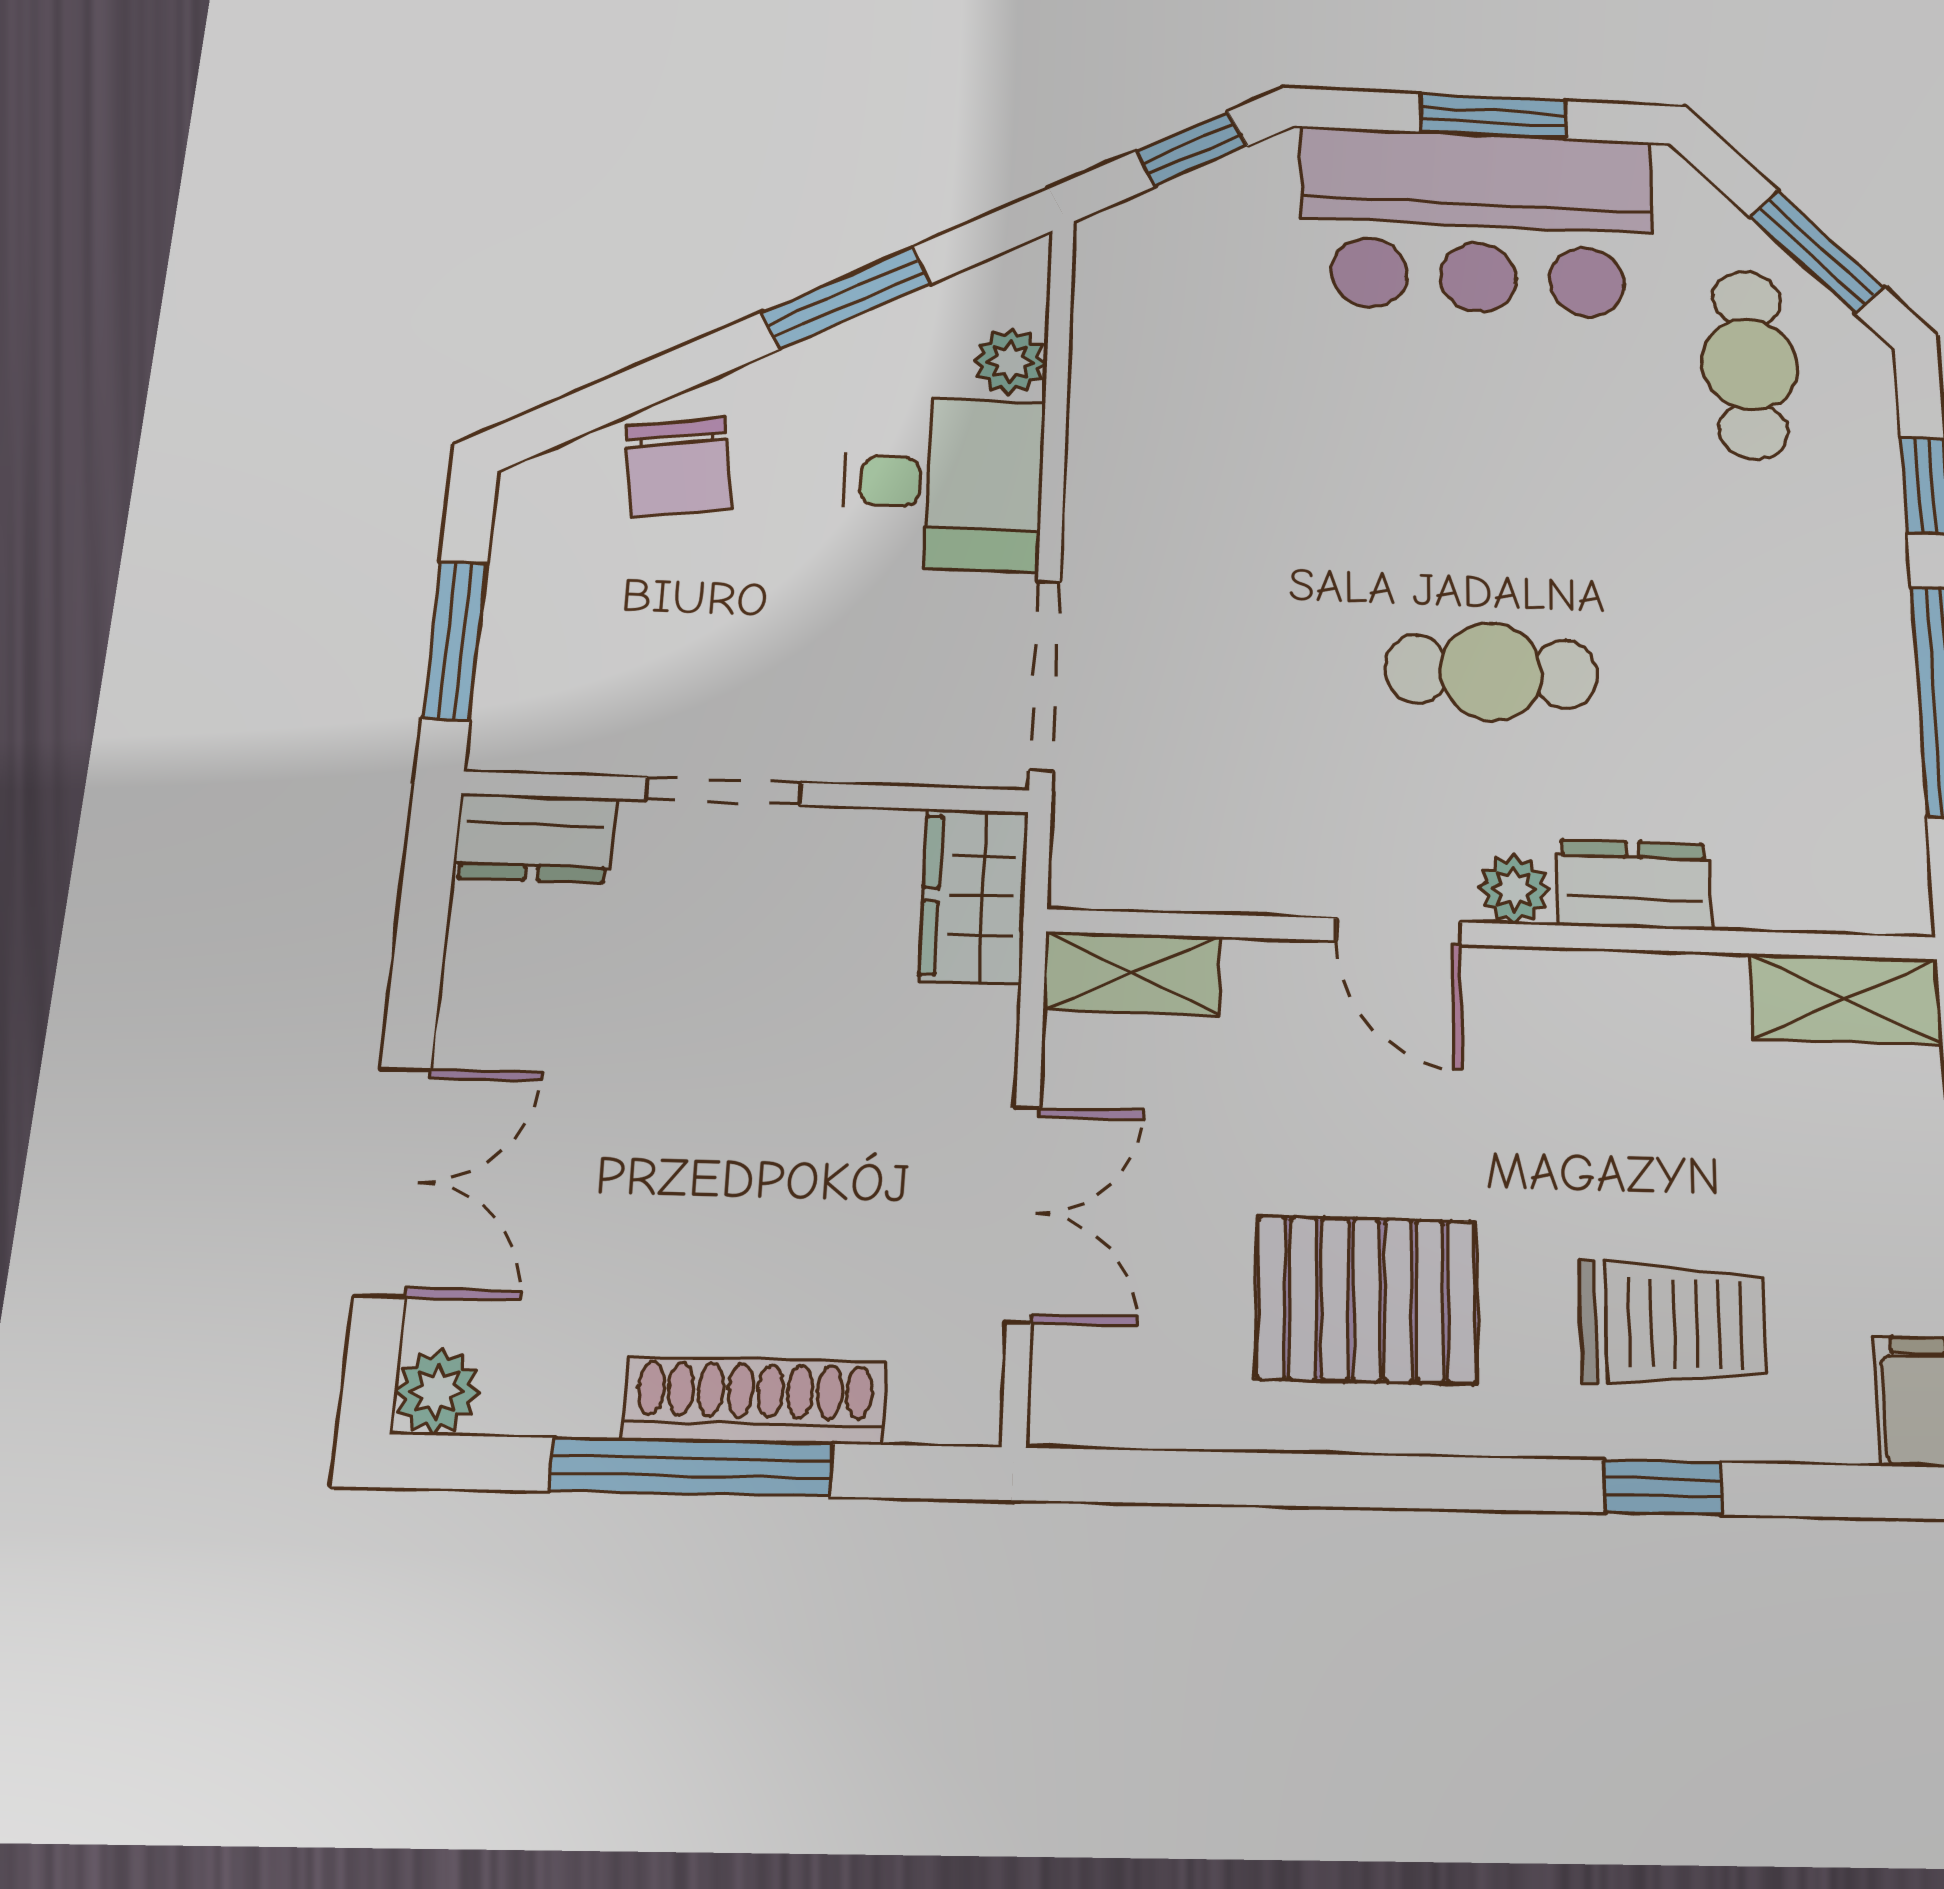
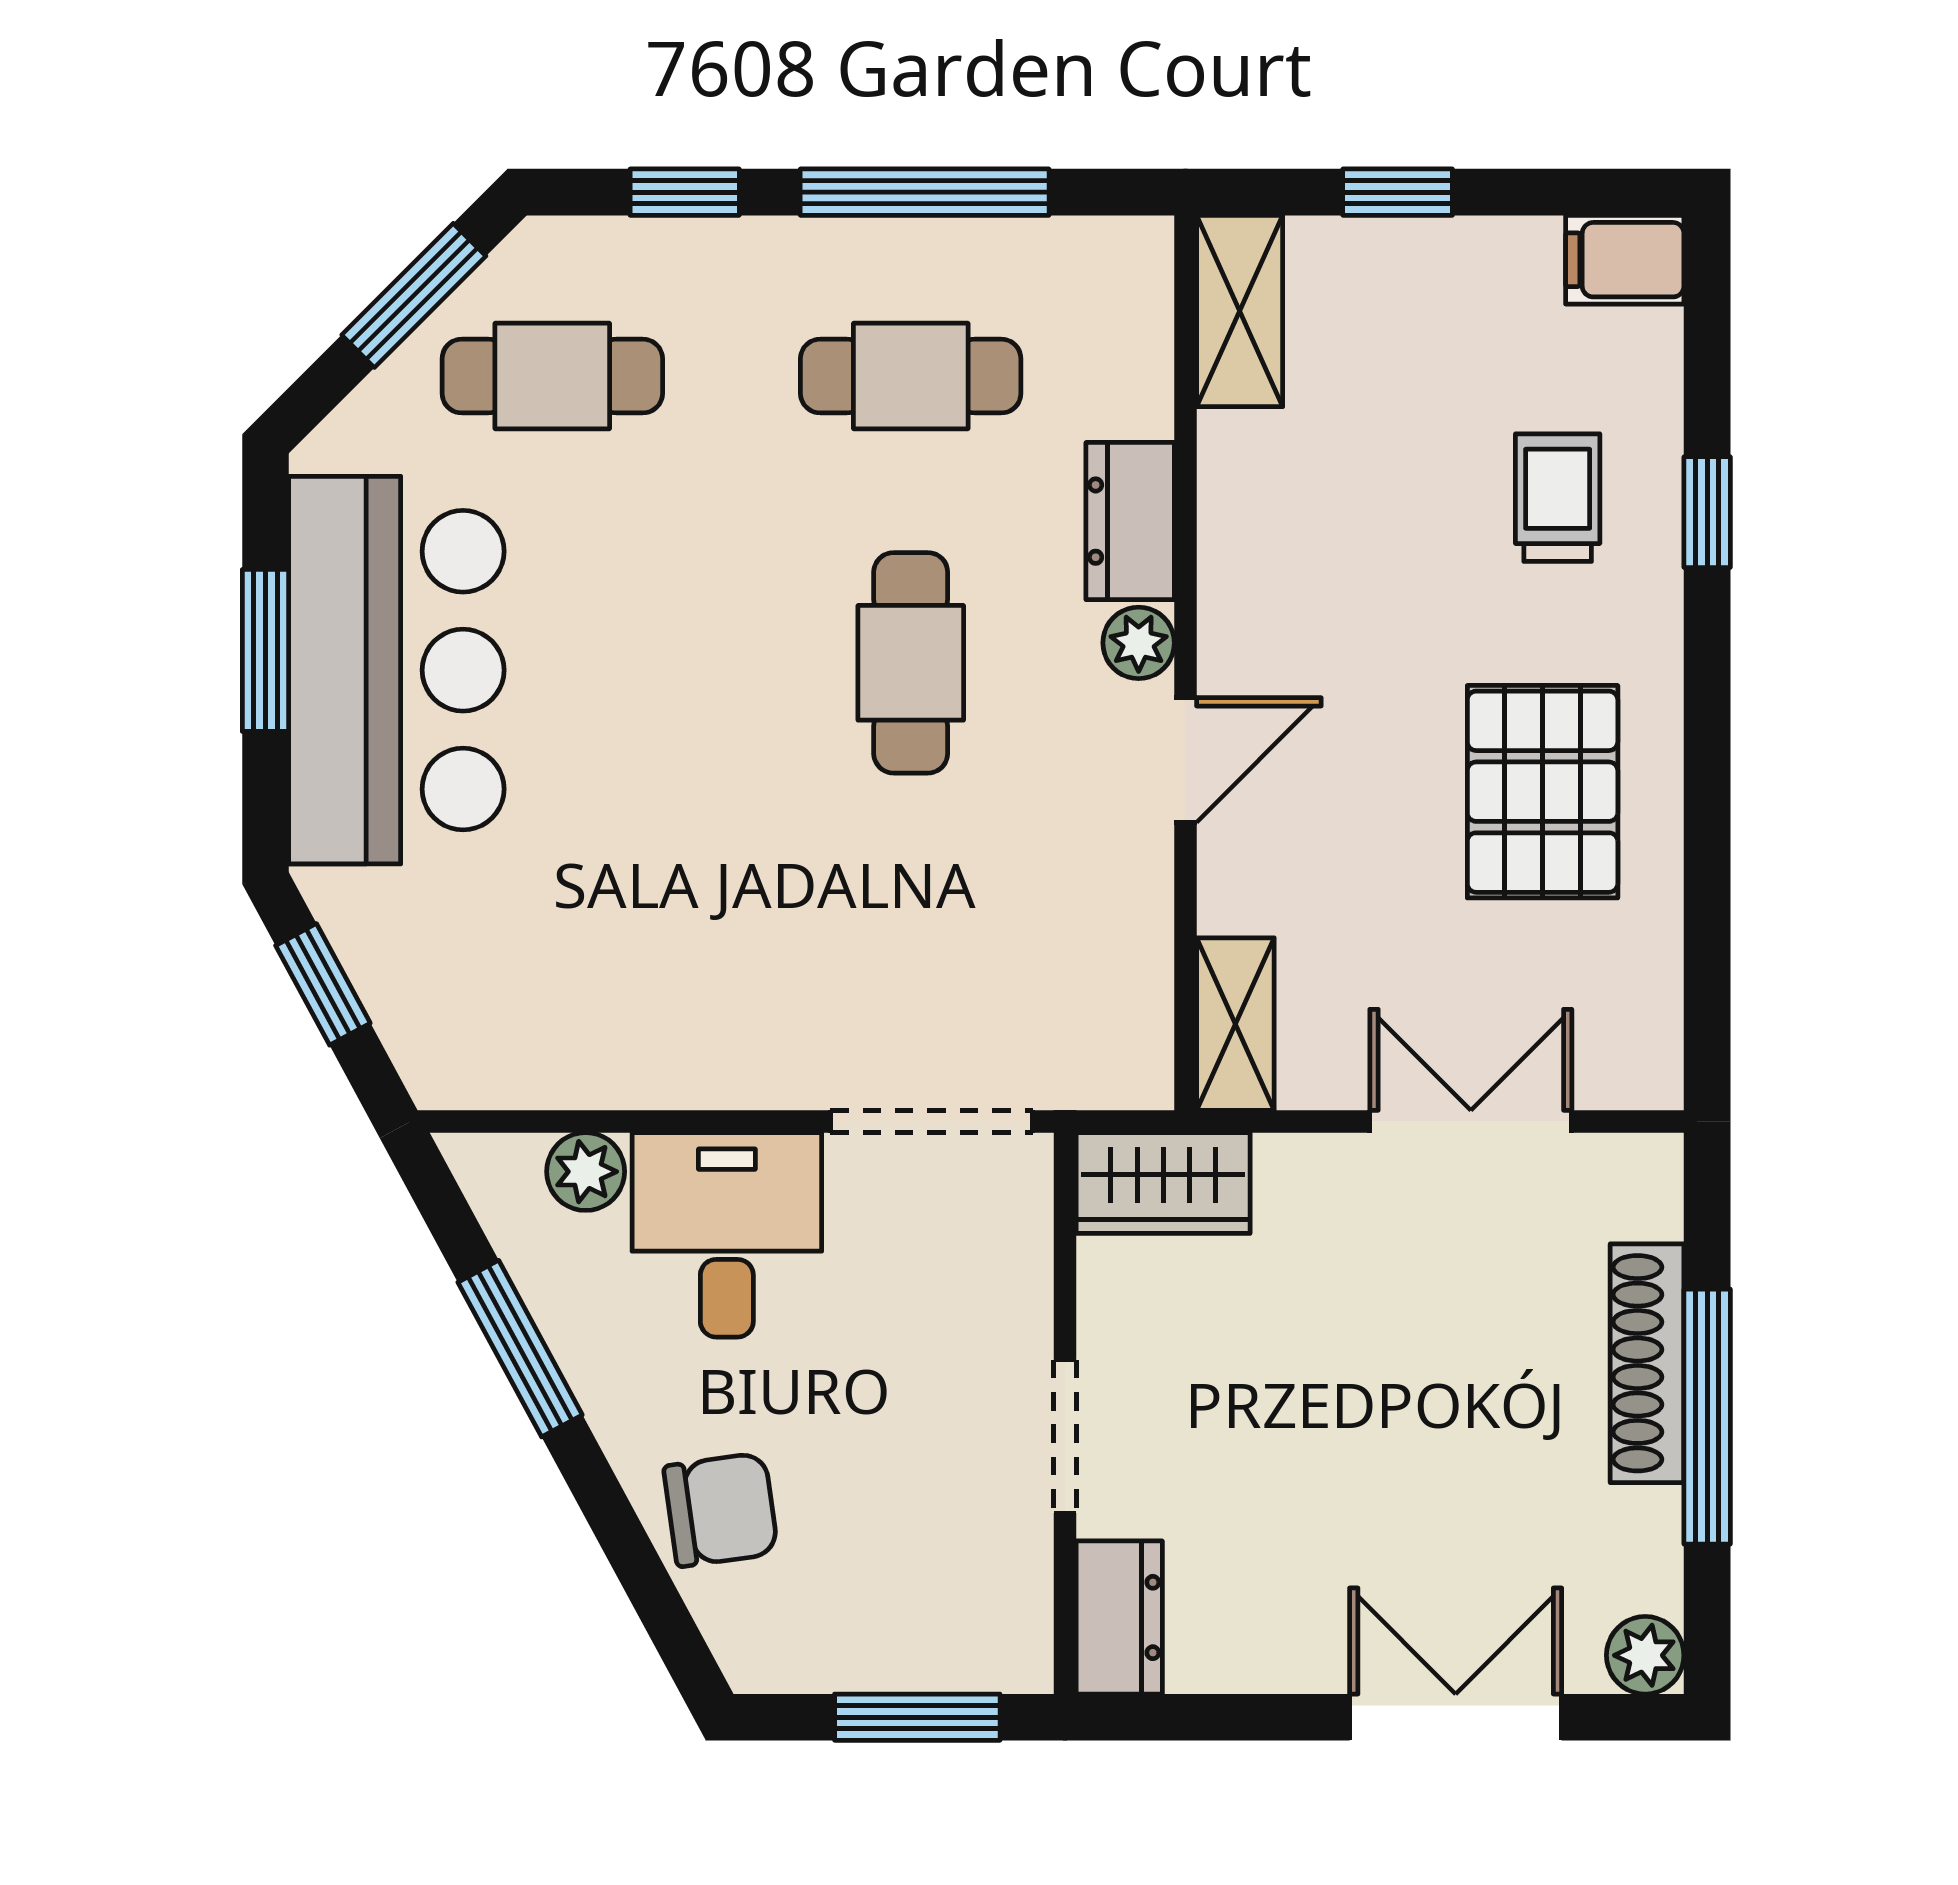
cafe table: (1766, 682) -> (911, 376), added
trolley: (1672, 1323) -> (1558, 498), width x0.73, depth x0.72

